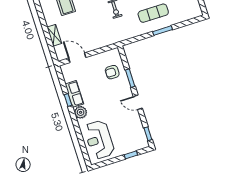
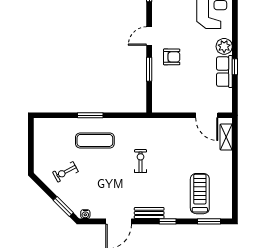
shelving: (54, 35) -> (226, 137), moved
armchair: (112, 72) -> (172, 57), moved
door: (138, 102) -> (149, 36), swing flipped

